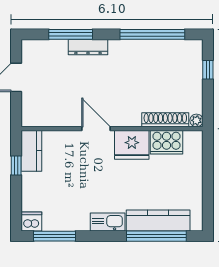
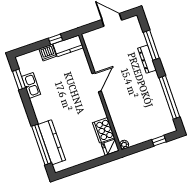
shoe rack: (165, 120) -> (118, 125), removed
fridge: (132, 145) -> (110, 147), moved, width x0.53, depth x0.75
dishwasher: (31, 222) -> (48, 53), moved, turned 90
kitchen sink: (108, 222) -> (31, 85), moved
window: (54, 236) -> (19, 80), width x0.69

